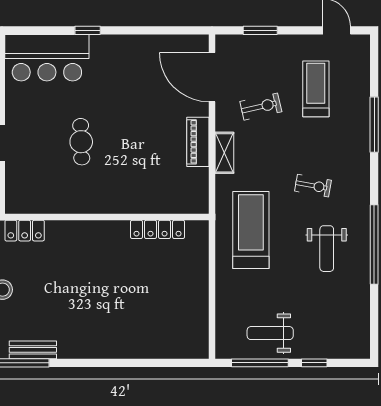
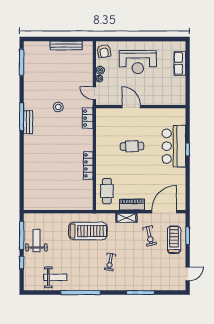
bar counter: (47, 58) -> (174, 146), moved
treadmill: (316, 89) -> (174, 240), moved, turned -90
cafe table: (171, 192) -> (107, 191), added
locker: (158, 229) -> (88, 165), moved
weight bench: (327, 249) -> (55, 277), moved, turned 180

